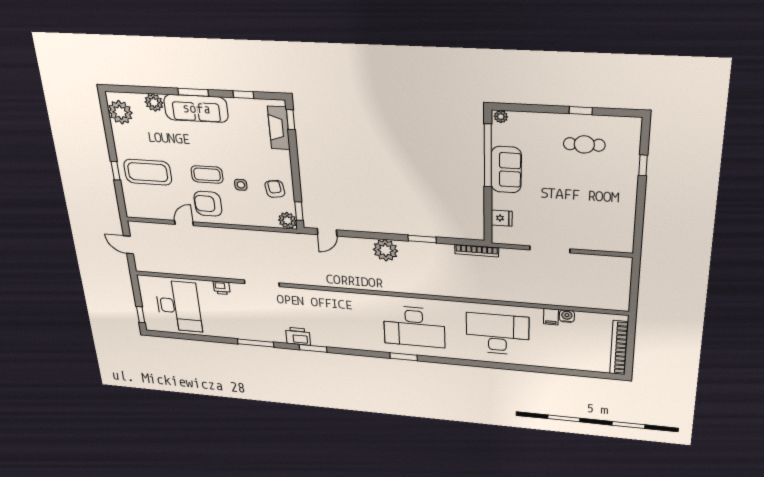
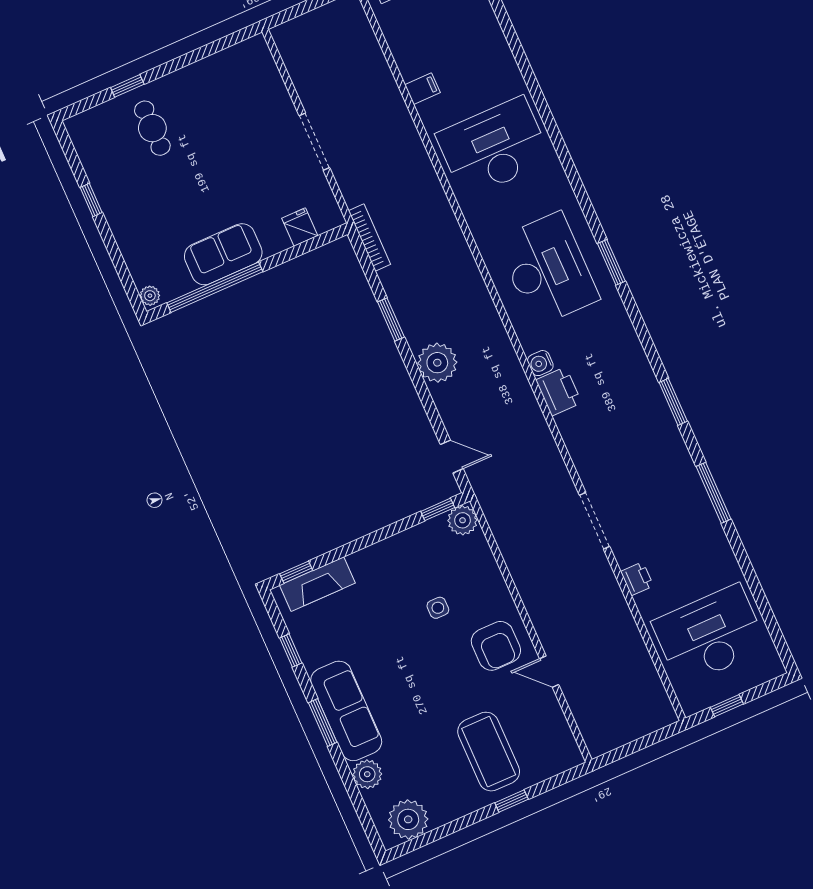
cafe table: (584, 144) -> (152, 128), moved
coffee table: (207, 174) -> (446, 662), removed
armchair: (275, 189) -> (419, 556), removed
door: (128, 245) -> (636, 746), removed
window: (141, 315) -> (727, 706), moved
water cooler: (567, 316) -> (540, 363), moved
desk: (497, 334) -> (494, 147), turned 90
printer: (298, 336) -> (559, 391), moved, turned 180

